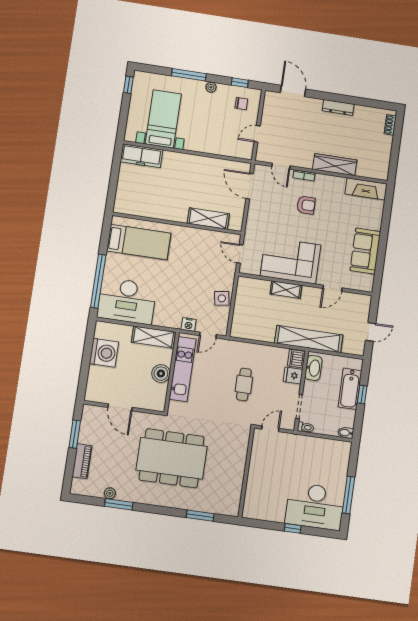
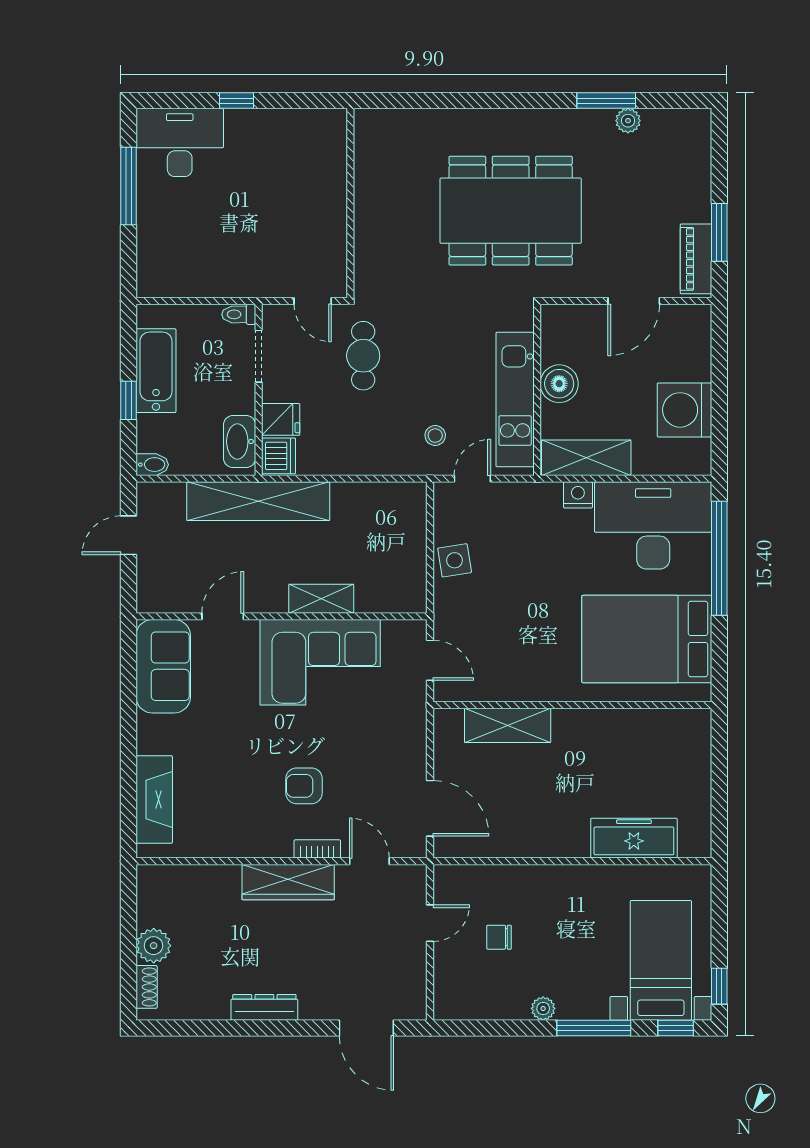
window: (240, 83) -> (676, 1028), moved
chair: (241, 103) -> (499, 937), moved
bed with nightstands: (163, 119) -> (661, 960), moved, turned 180
plant: (385, 143) -> (154, 946), added
freezer: (142, 156) -> (634, 838), moved
wardrobe: (335, 165) -> (288, 882), moved
fireplace: (366, 189) -> (154, 799), moved, turned 90
bed: (139, 242) -> (647, 639), width x1.50
sofa: (365, 251) -> (163, 666), moved
nightstand: (189, 325) -> (578, 495), moved
stool: (222, 358) -> (435, 436), added
cafe table: (244, 384) -> (363, 356), moved
bathtub: (350, 389) -> (156, 371), moved
door: (120, 407) -> (634, 301), swing flipped
door: (270, 429) -> (313, 301), hinge flipped
bidet: (346, 433) -> (152, 465), moved
piano: (82, 461) -> (696, 259), moved
desk: (315, 506) -> (180, 142), width x0.73, depth x0.77
window: (200, 516) -> (434, 101), removed

